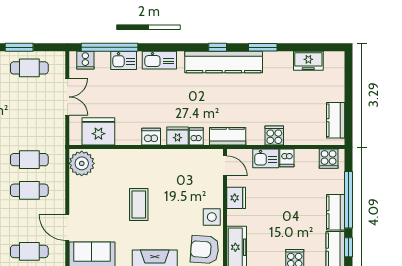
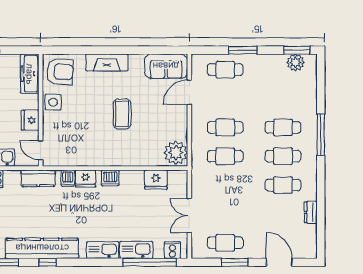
kitchen sink: (124, 60) -> (136, 250), width x1.38
fridge: (98, 131) -> (156, 180), width x0.73, depth x0.75
door: (67, 228) -> (189, 92), swing flipped

